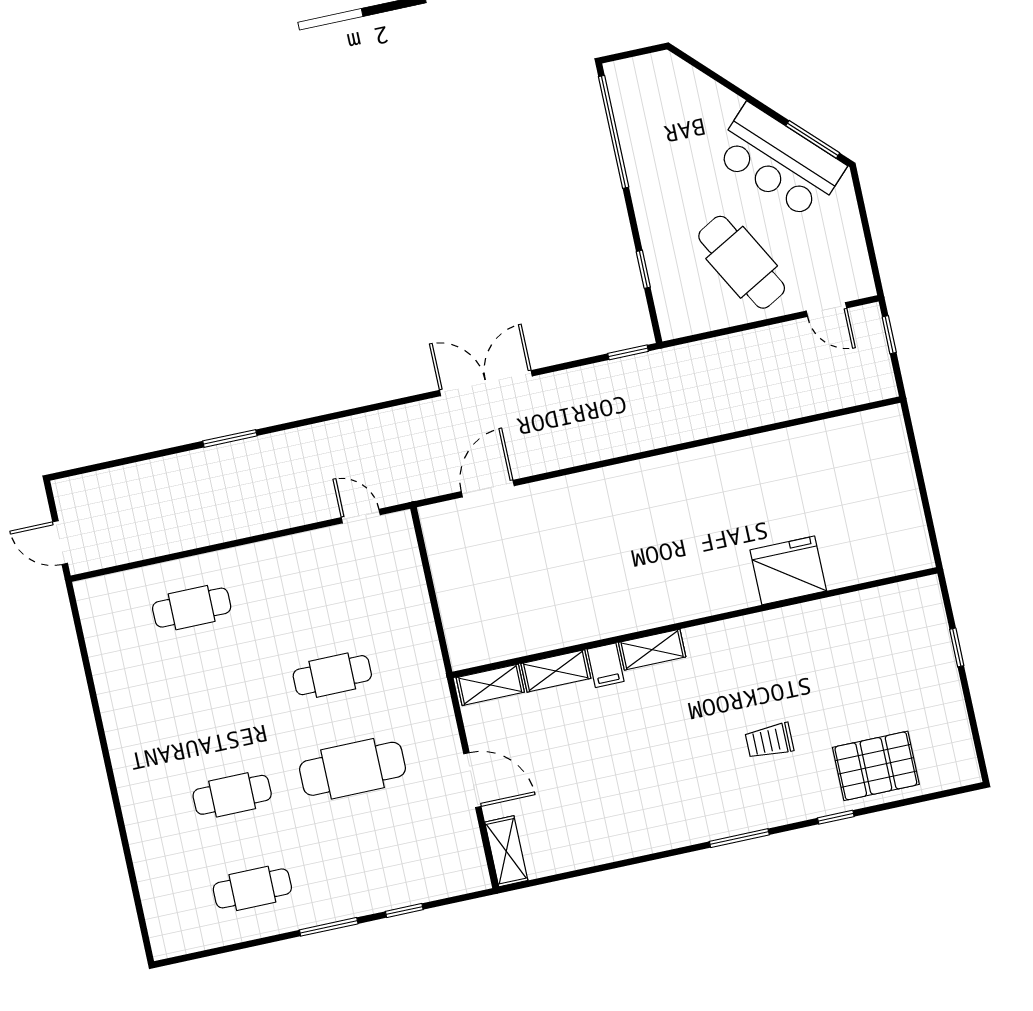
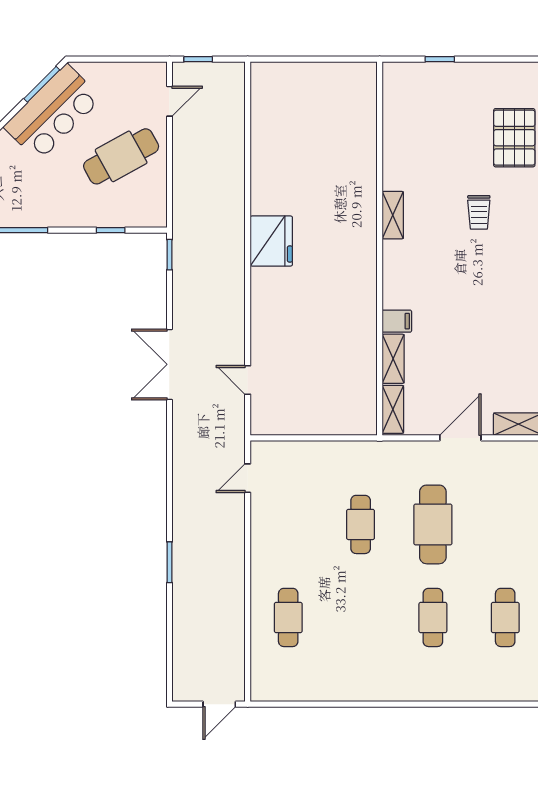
door: (488, 489) -> (248, 380), width x0.73
fridge: (788, 570) -> (271, 241), moved, turned 180
shelving: (652, 650) -> (393, 215), moved

